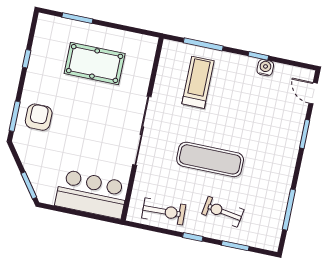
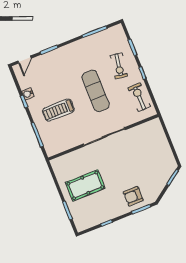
pool table: (95, 64) -> (85, 185), turned 90
treadmill: (198, 82) -> (58, 110), moved
bar counter: (92, 194) -> (155, 141), removed

